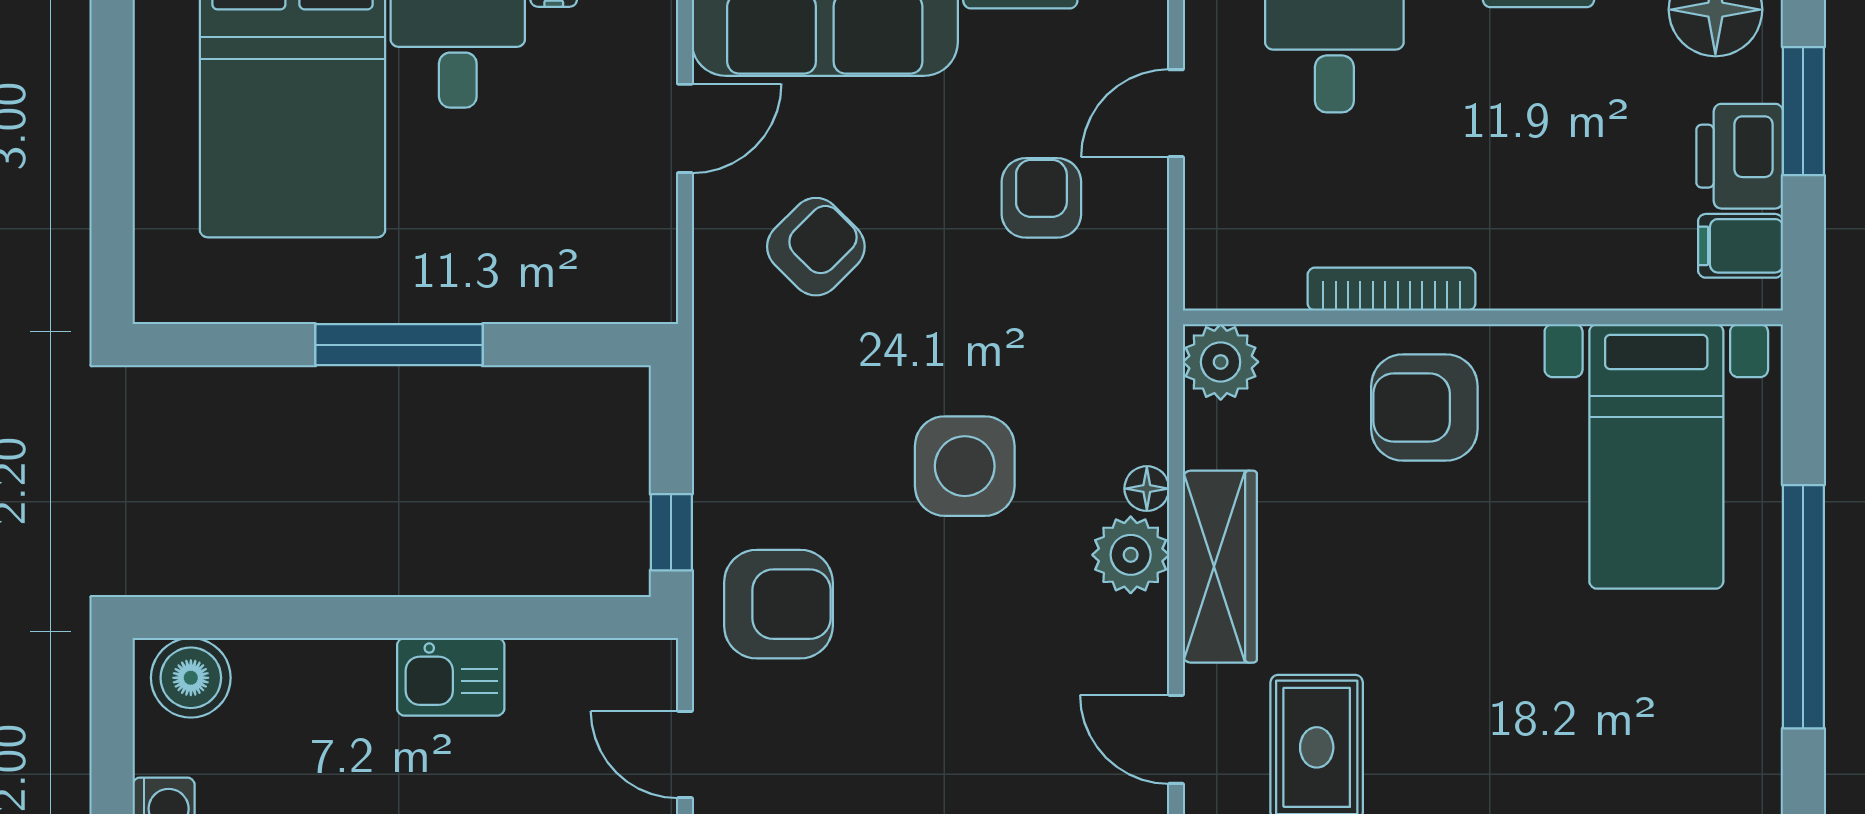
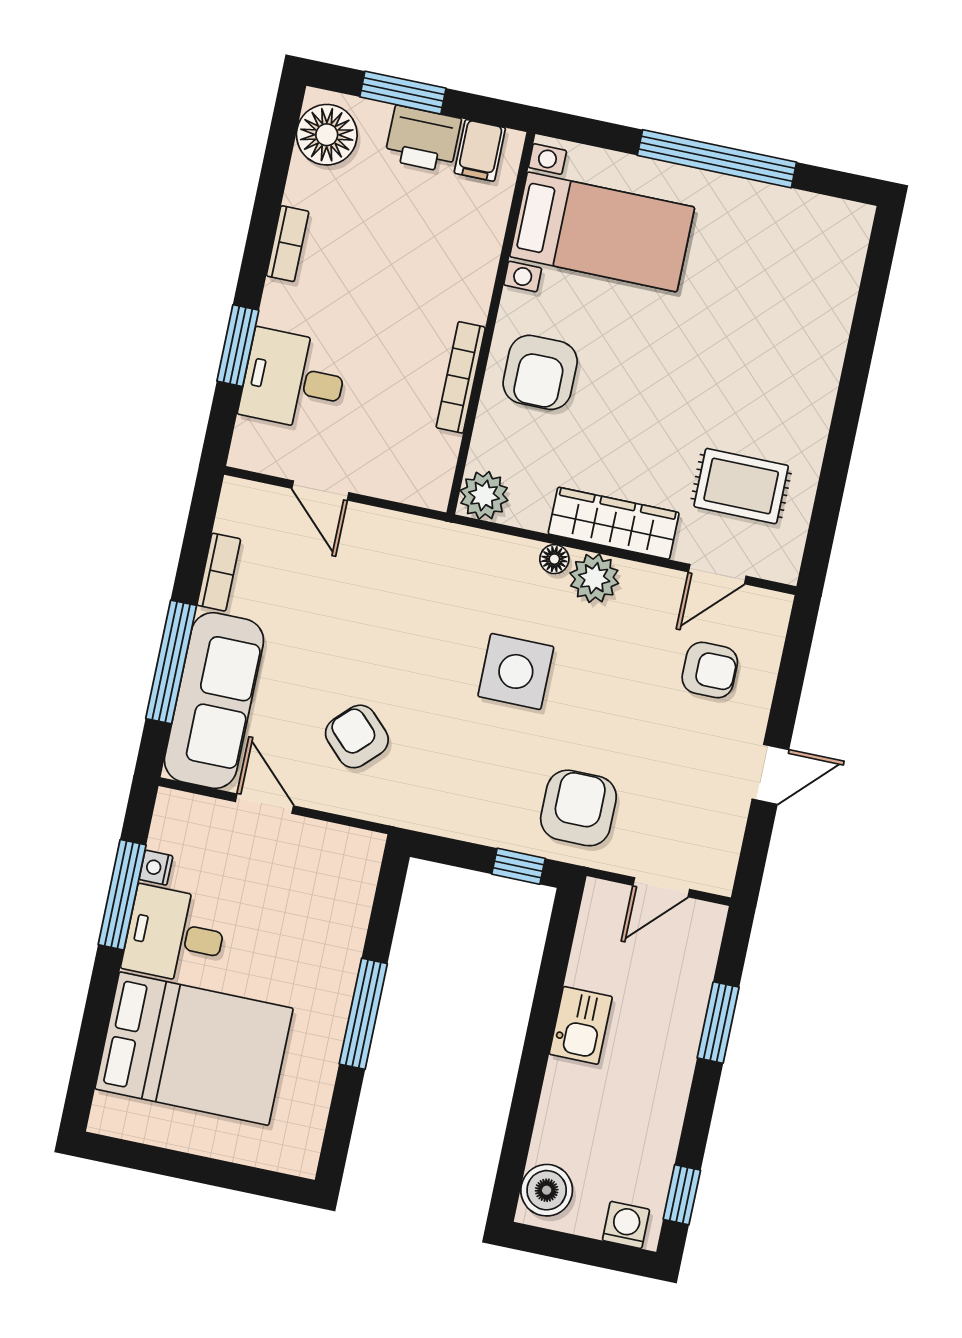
armchair: (1041, 198) -> (710, 670), moved, turned 180

